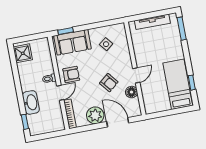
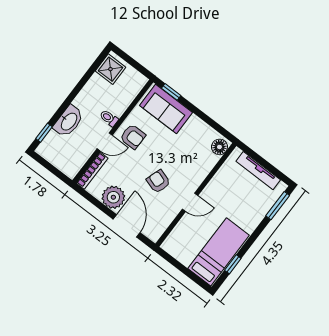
side table: (106, 44) -> (194, 144), removed
armchair: (109, 83) -> (158, 181), turned 147
floor lamp: (132, 92) -> (219, 147), moved

